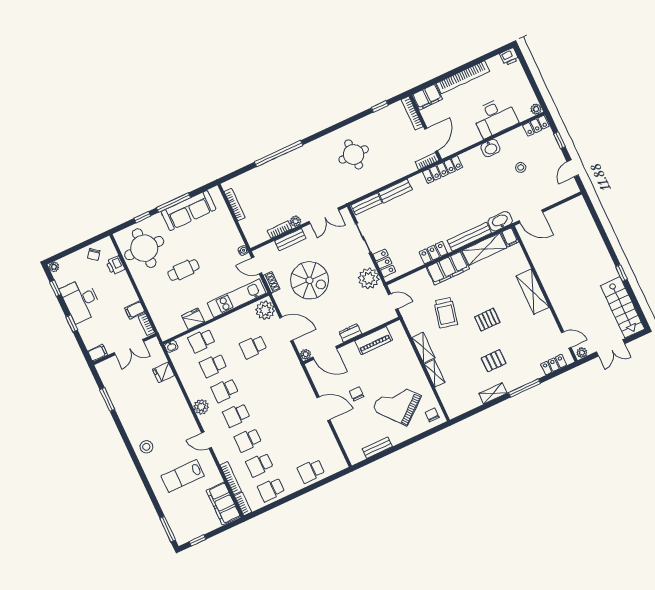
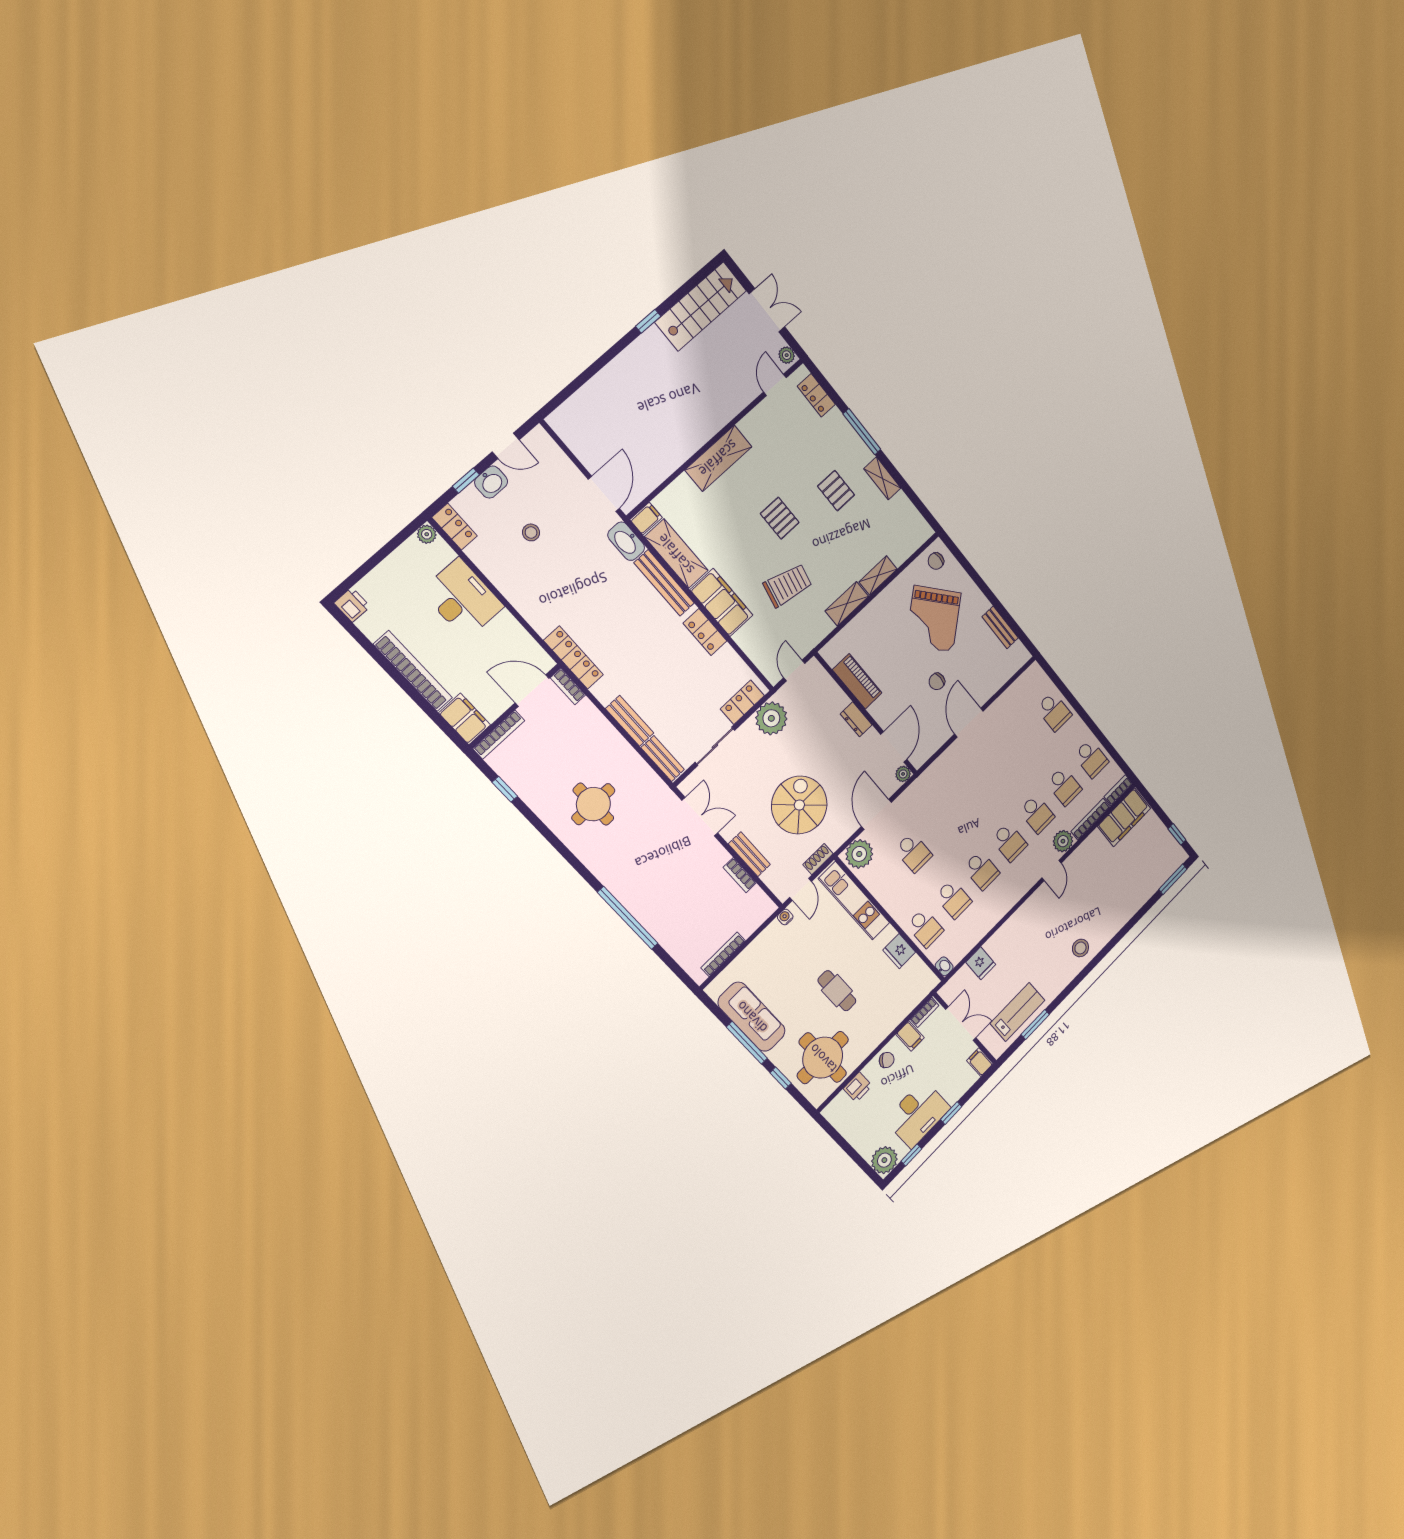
washbasin: (490, 148) -> (491, 482), moved, turned 90
plant: (296, 221) -> (721, 856), removed
chair: (94, 254) -> (887, 1060), moved
plant: (54, 267) -> (884, 1160), width x1.87, depth x1.87
plant: (201, 407) -> (1063, 841), moved
lab bench: (183, 476) -> (1017, 1012), moved, turned -90

